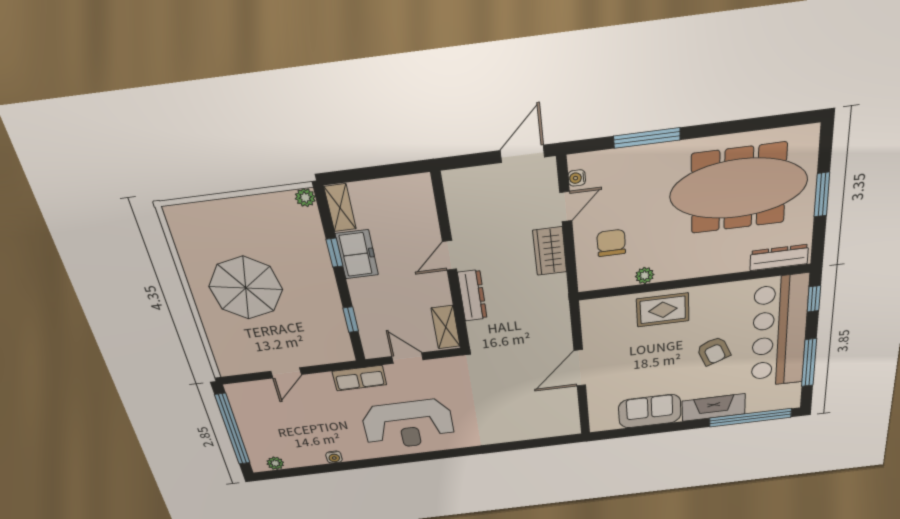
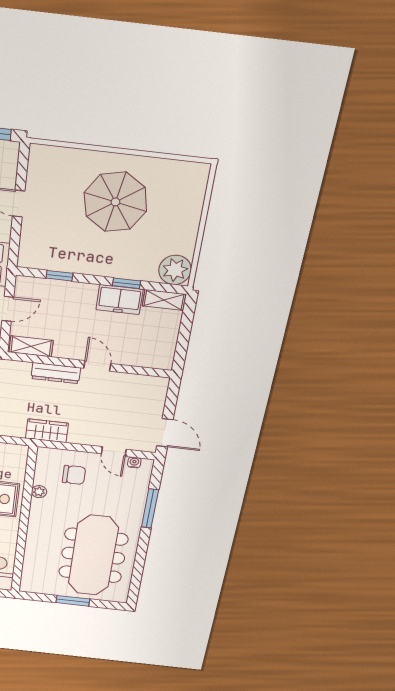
plant: (305, 198) -> (175, 270), width x1.87, depth x1.87
wardrobe: (550, 251) -> (47, 431), moved
dresser: (779, 257) -> (29, 574), removed

